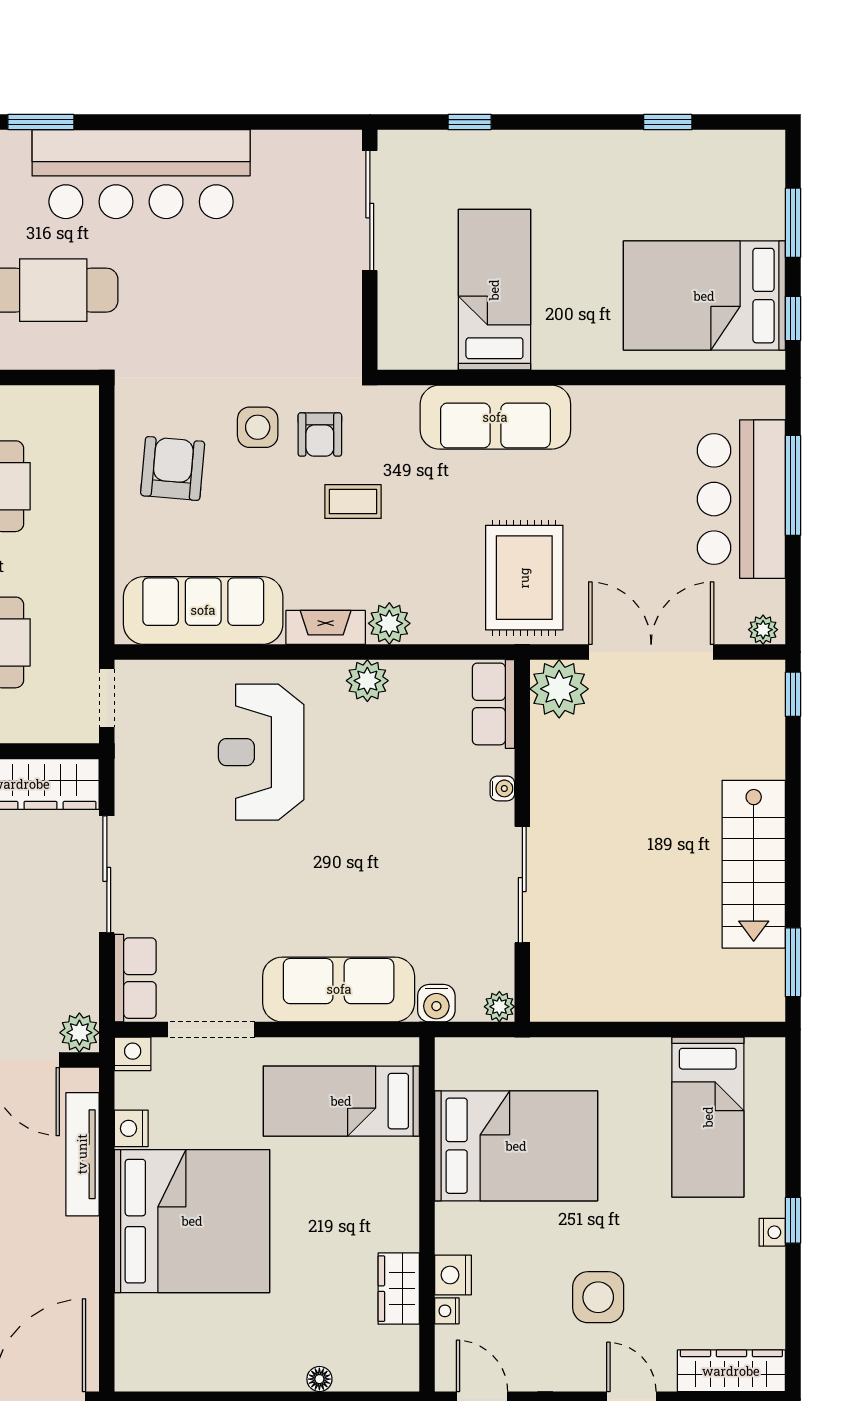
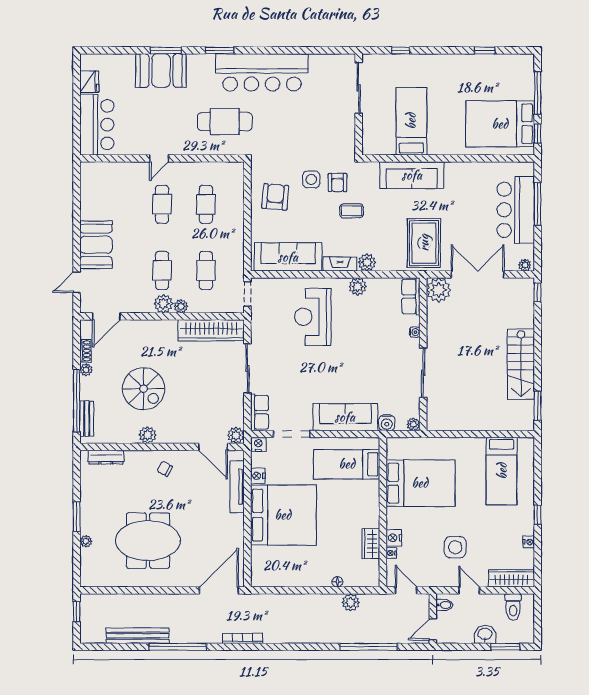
window: (793, 223) -> (538, 93), width x1.44
nightstand: (772, 1232) -> (529, 542), moved

